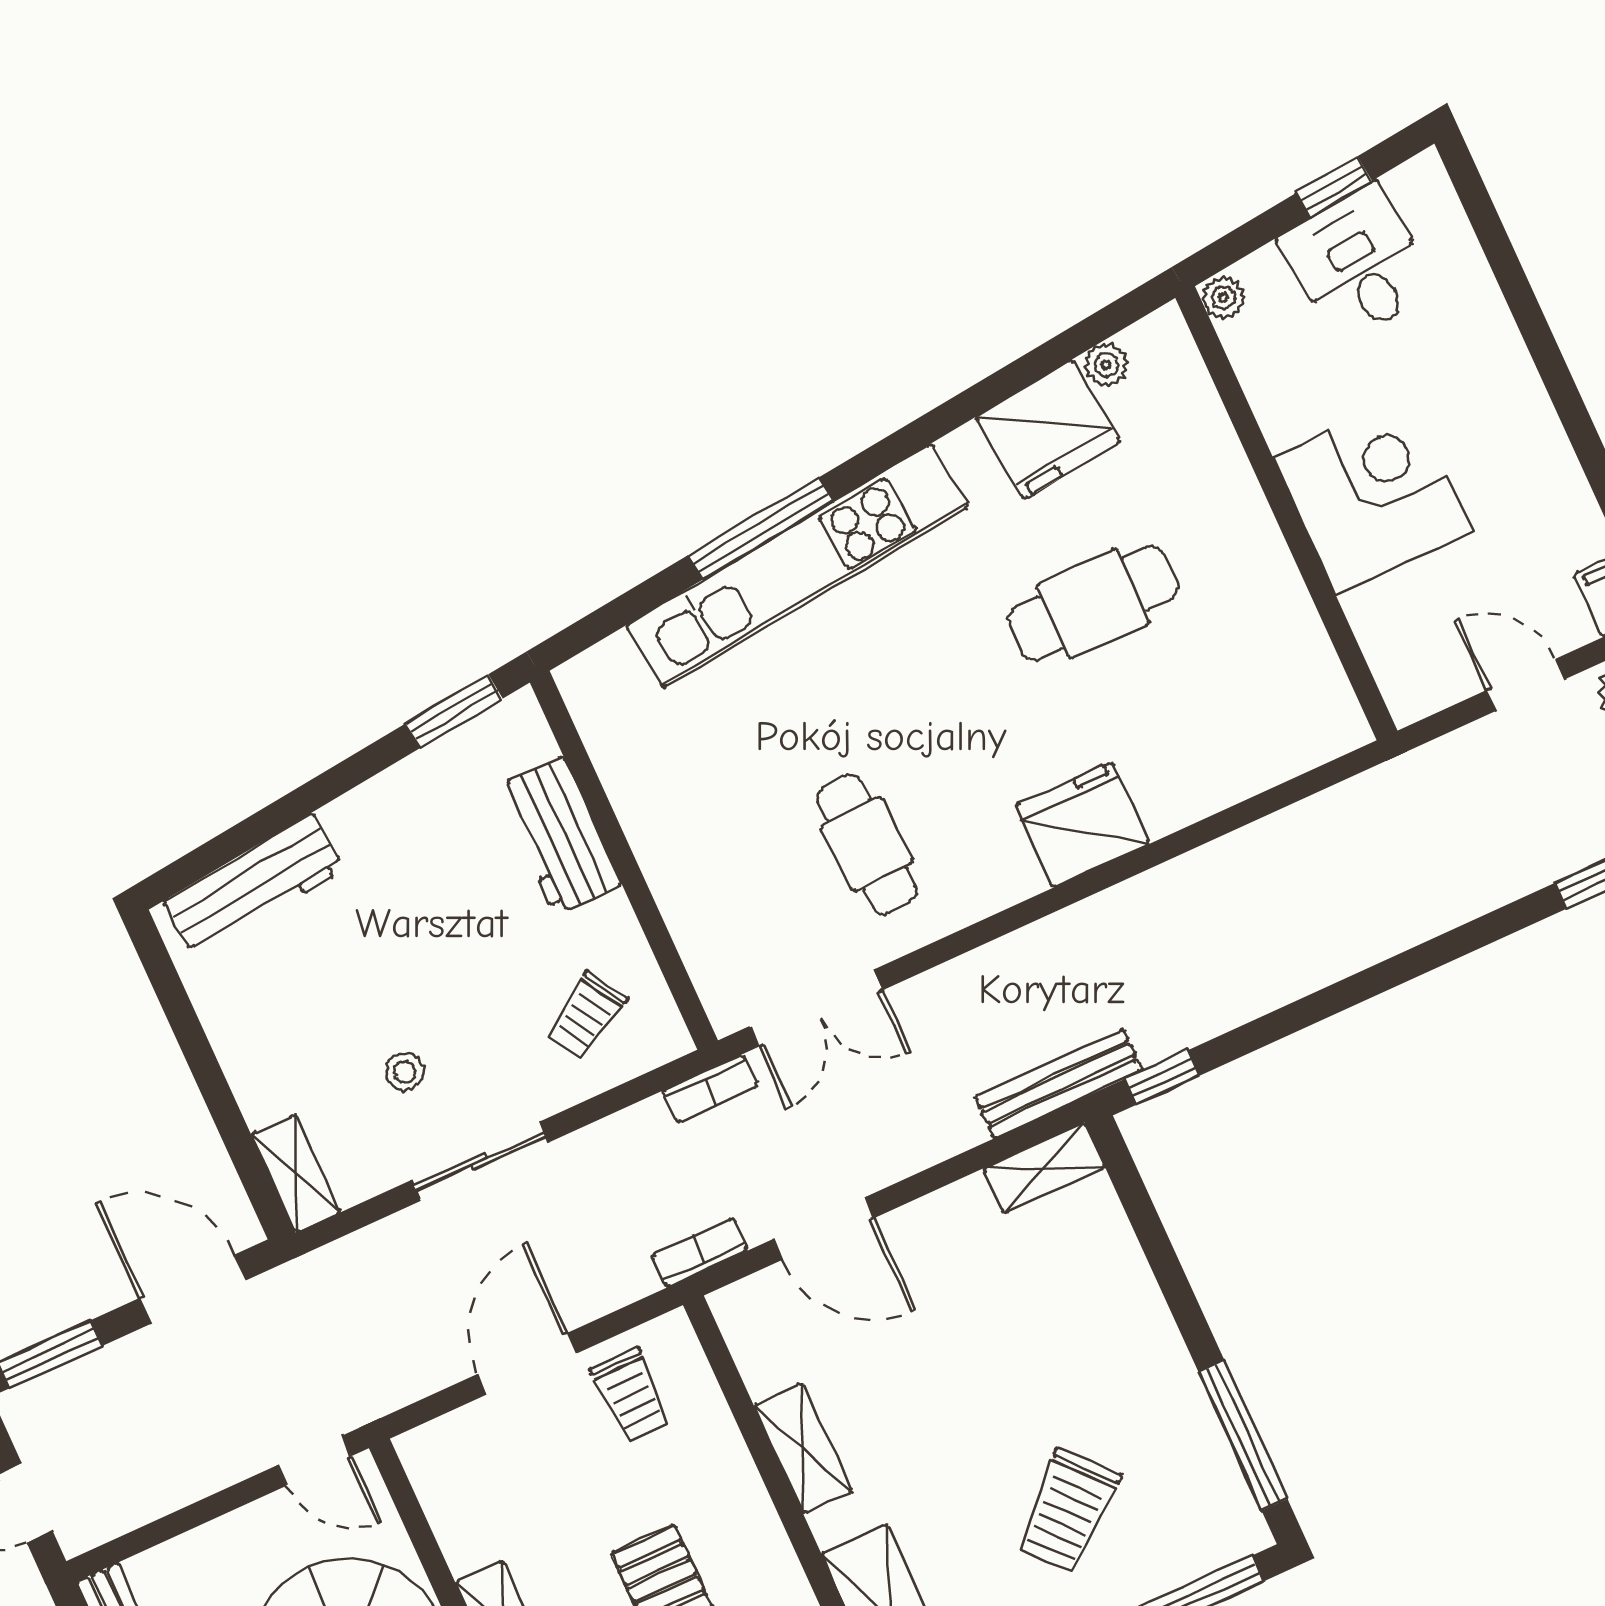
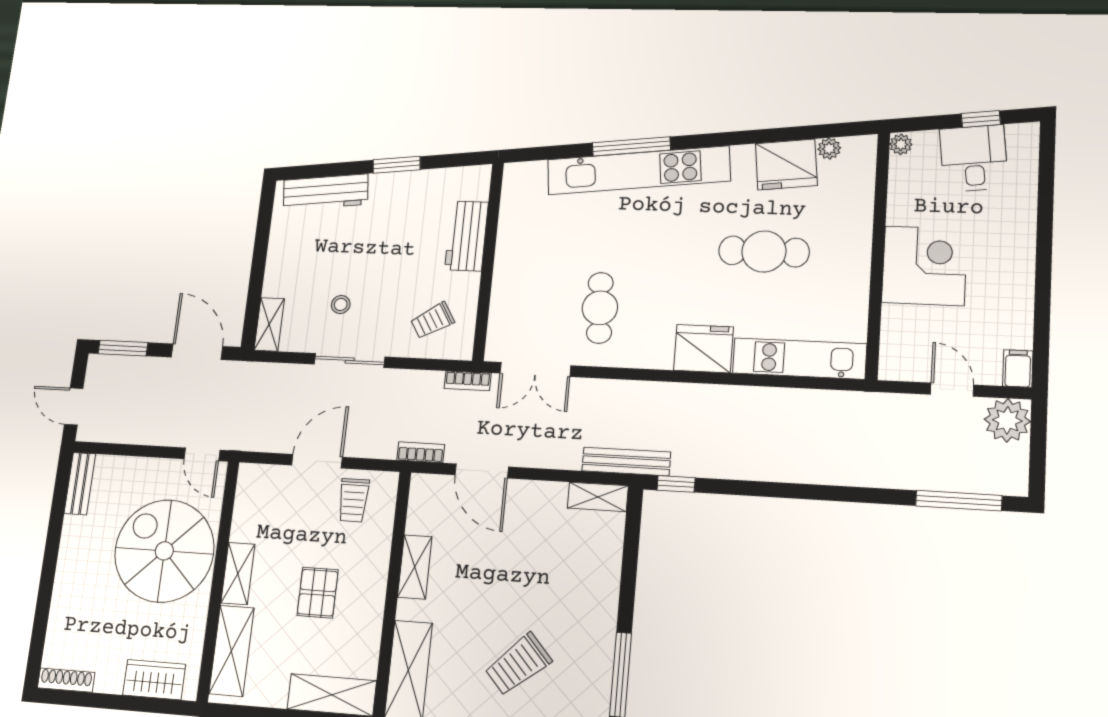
window: (454, 711) -> (397, 165), moved
kitchen unit: (1251, 760) -> (799, 358), added

